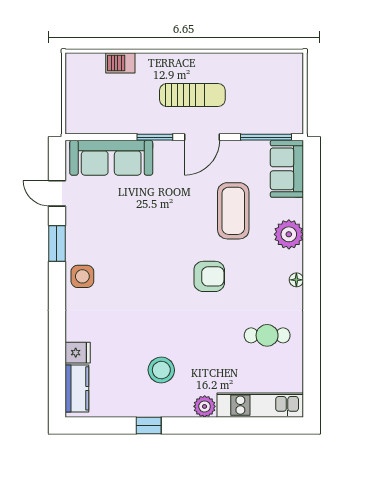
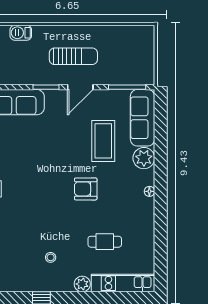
sofa: (287, 169) -> (143, 118), width x1.36
armchair: (209, 276) -> (86, 189), turned 180
cafe table: (267, 335) -> (105, 242), moved
stool: (161, 370) -> (51, 257), width x0.53, depth x0.53

